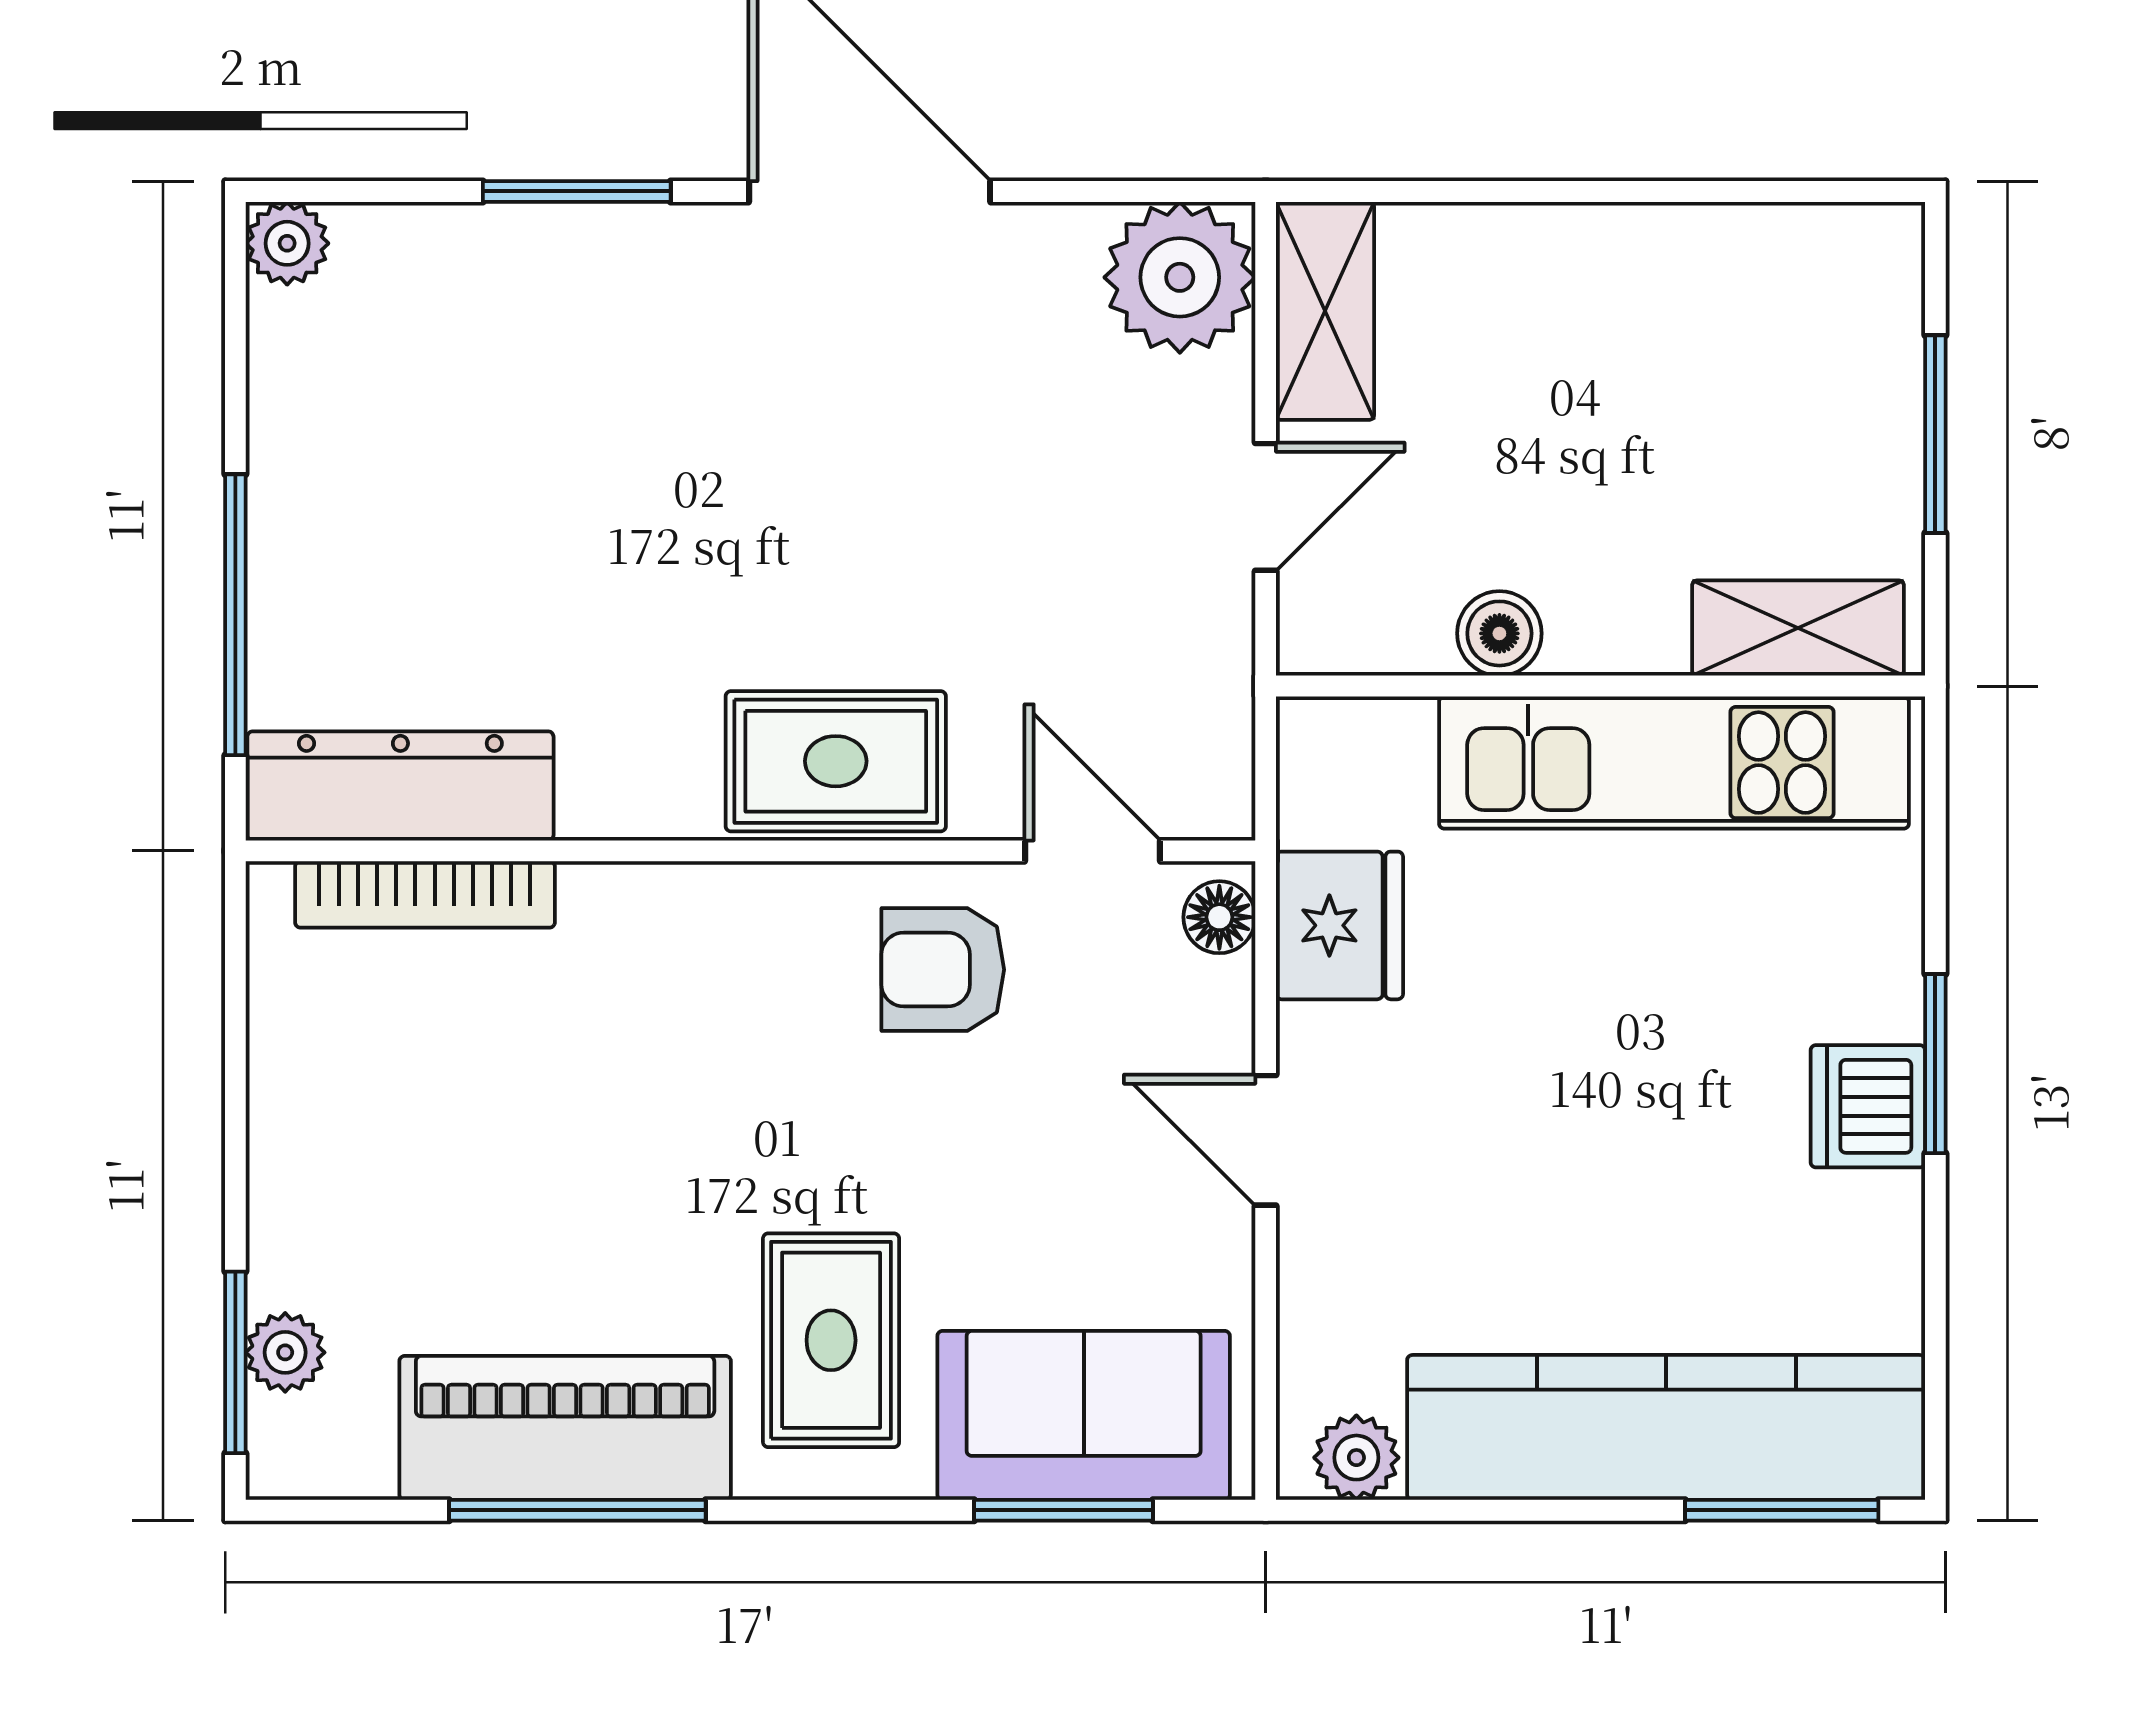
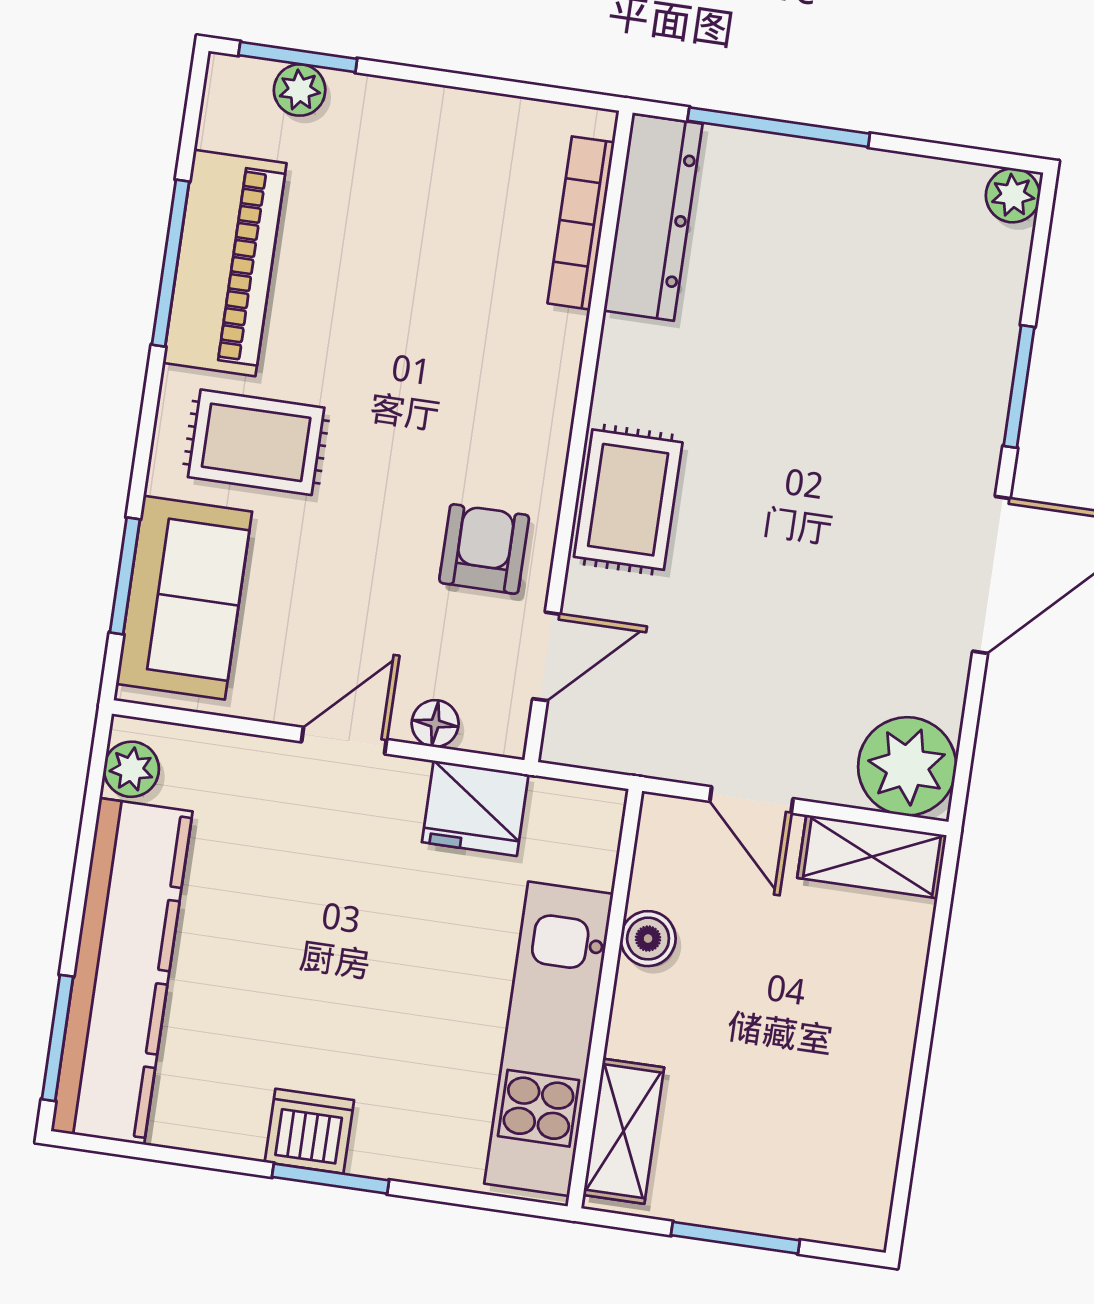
floor lamp: (1219, 917) -> (435, 723), moved

